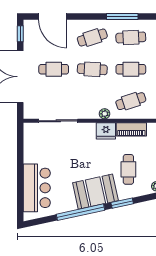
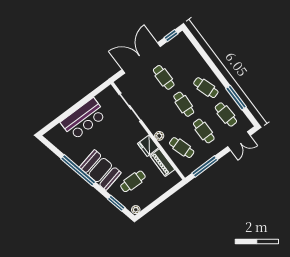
door: (53, 17) -> (200, 49), removed
bar counter: (37, 188) -> (84, 119), moved
window: (122, 203) -> (116, 203), moved

